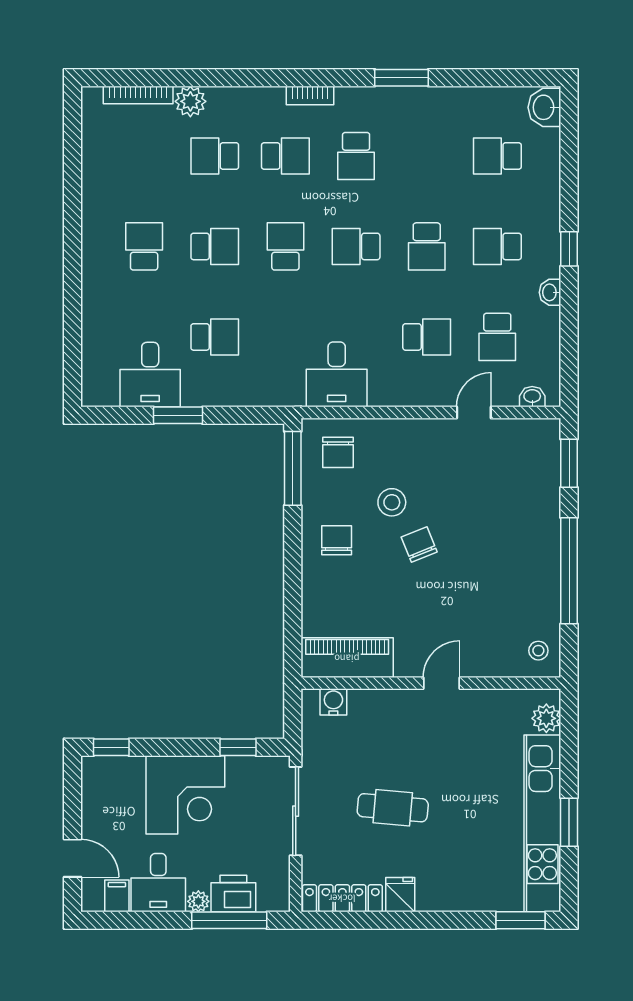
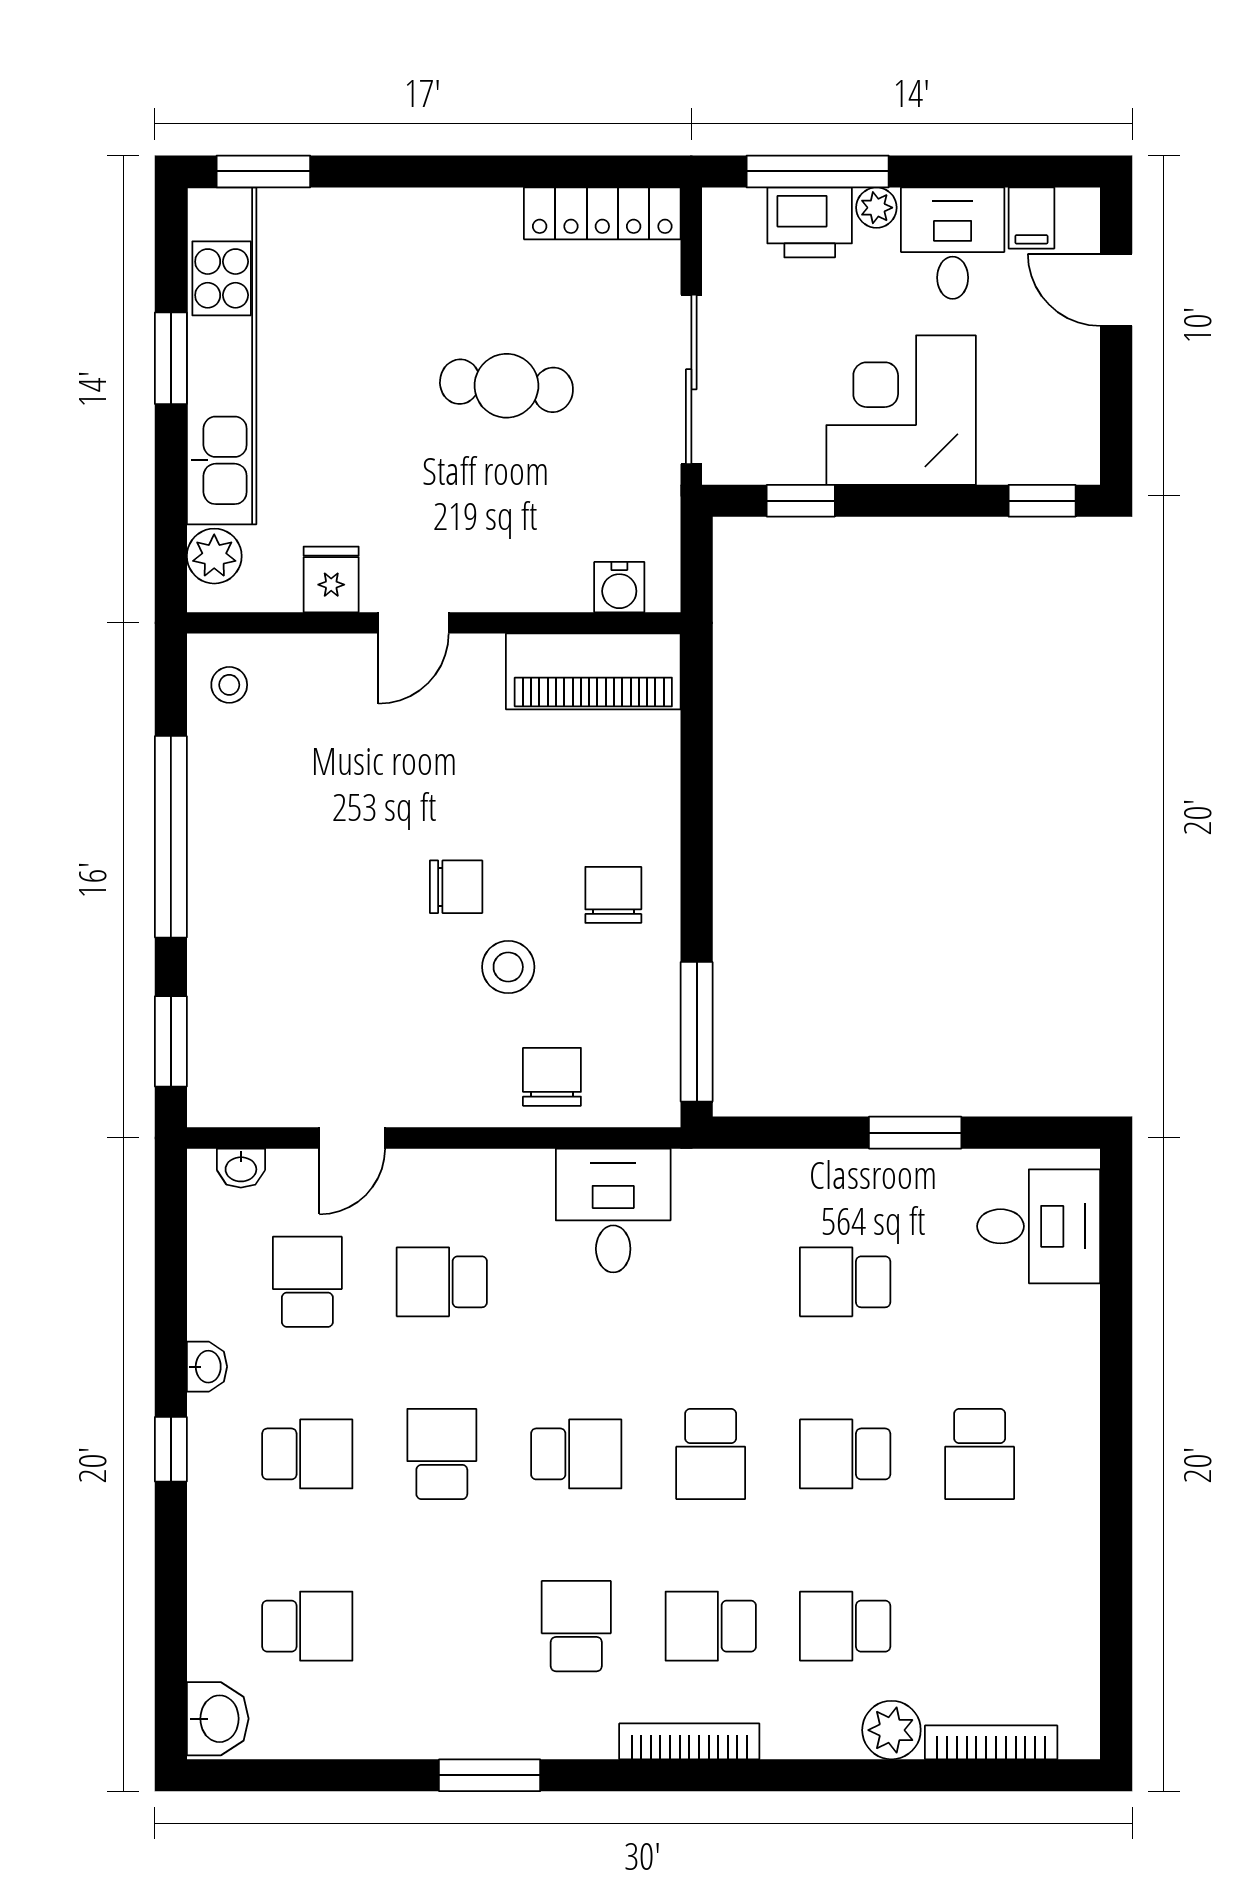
bookcase: (310, 95) -> (689, 1741), width x1.56
school desk: (215, 156) -> (845, 1626), turned 180
desk: (150, 375) -> (1039, 1226), moved, turned 90
chair: (338, 452) -> (552, 1077), moved
chair: (337, 540) -> (613, 895), turned 180
chair: (419, 545) -> (456, 887), turned -68
fridge: (400, 895) -> (331, 579), moved, turned 180

